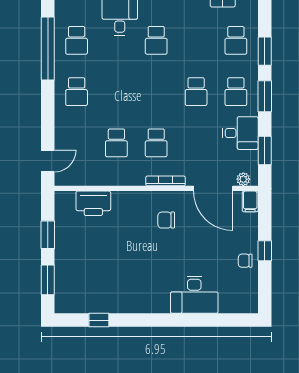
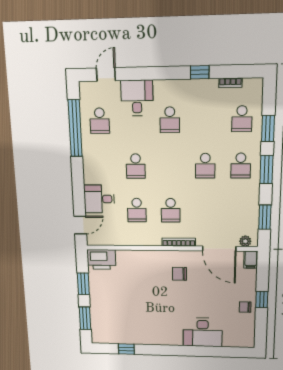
school desk: (77, 92) -> (136, 166), moved
desk: (240, 133) -> (99, 199), moved, turned 180
printer: (93, 203) -> (101, 259), moved

